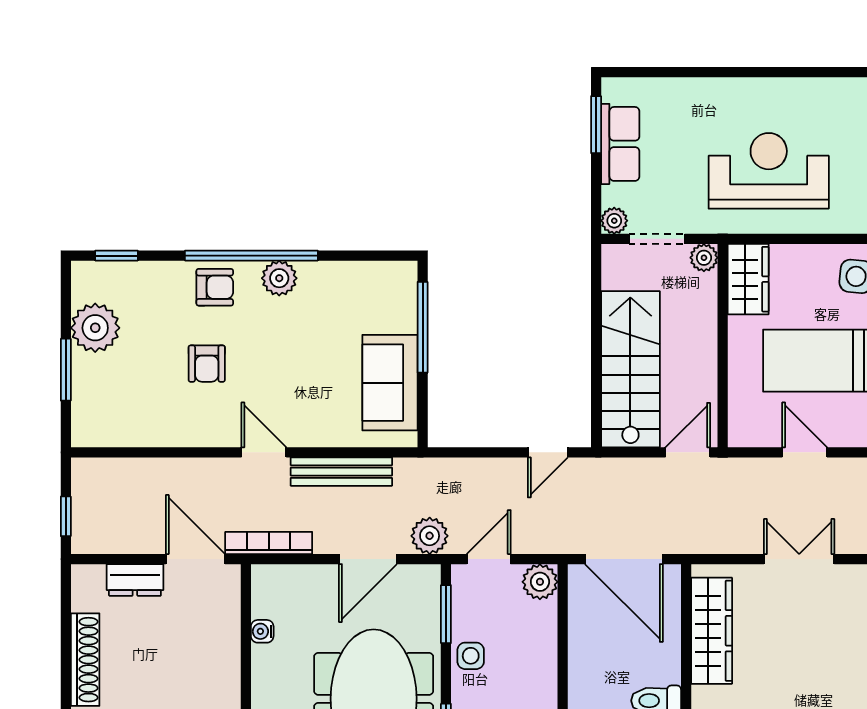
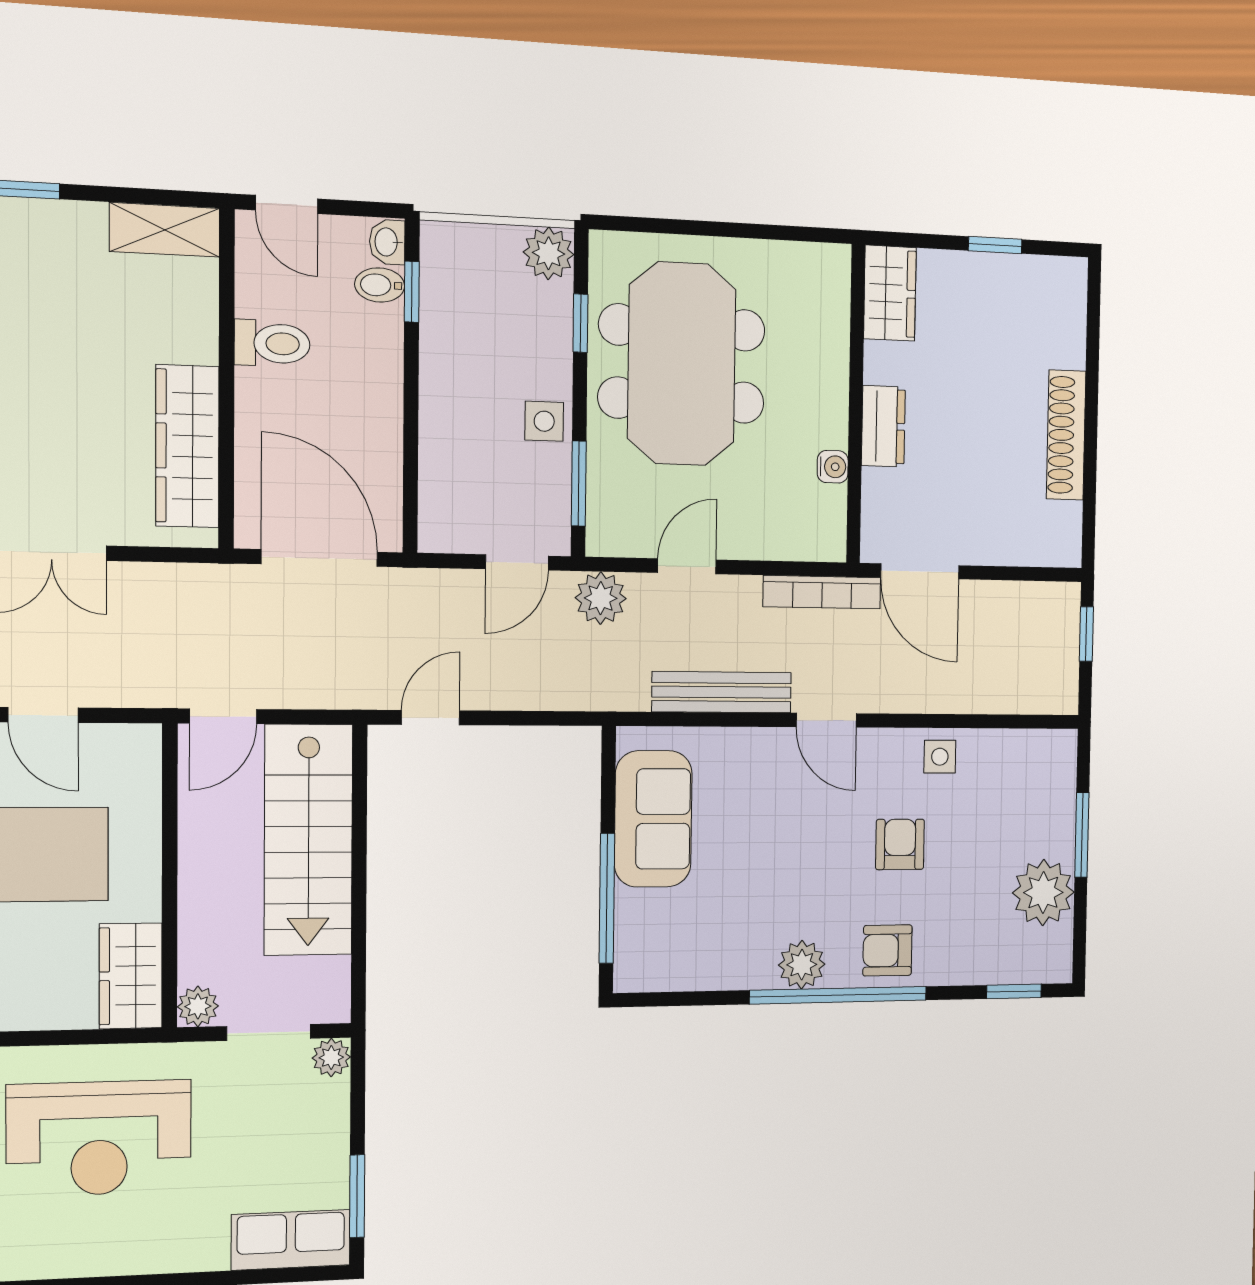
row of seats: (620, 144) -> (291, 1240), moved, turned 90
side table: (178, 427) -> (940, 757), added
door: (368, 559) -> (687, 566), width x0.73
dresser: (135, 580) -> (883, 426), moved, turned 90
plant: (540, 582) -> (443, 527), removed

